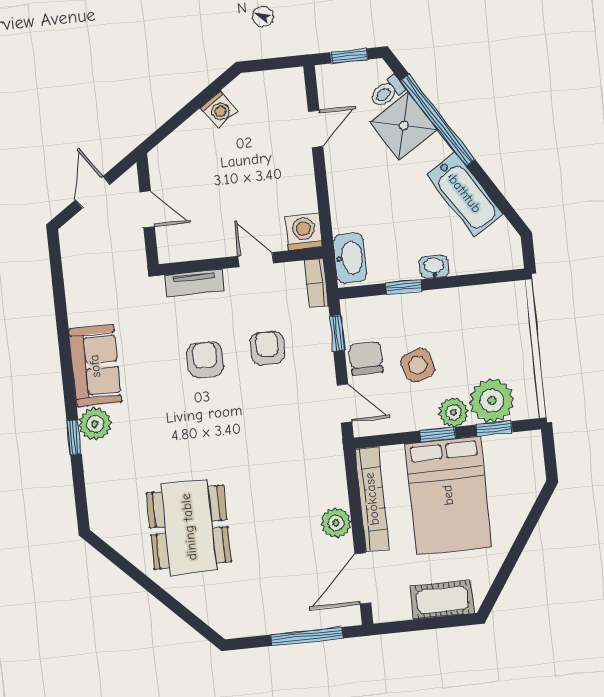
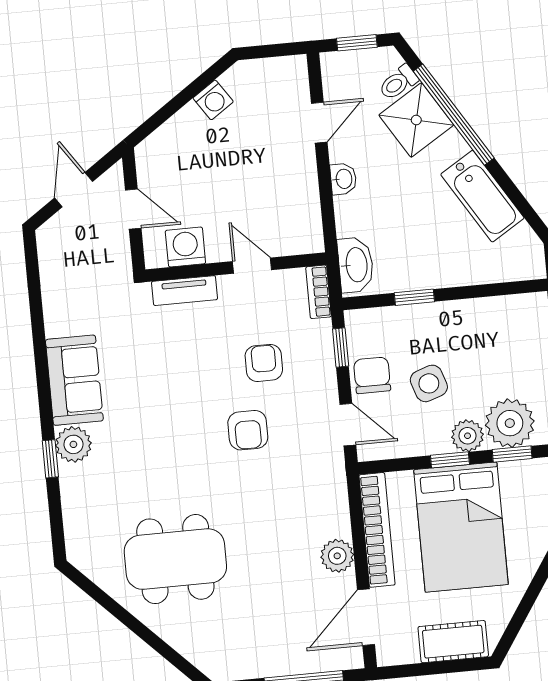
washing machine: (304, 232) -> (185, 247), moved
washbasin: (434, 267) -> (343, 179), moved, turned 90
armchair: (205, 360) -> (248, 430), moved, turned 180
dining table: (189, 527) -> (175, 559), turned 90

